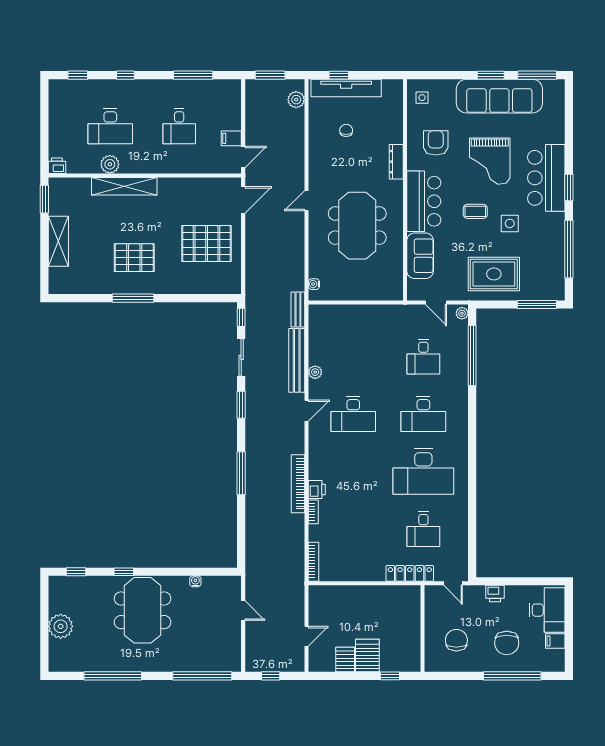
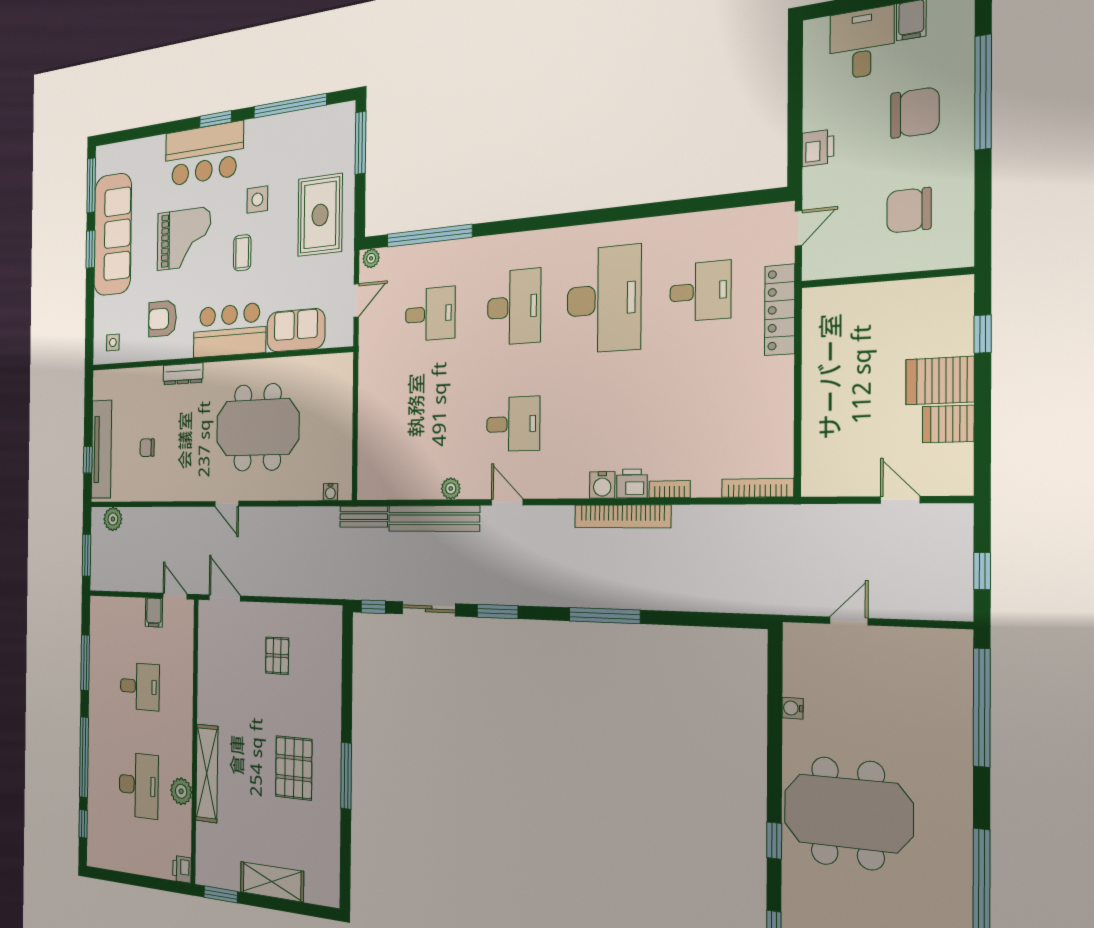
window: (125, 75) -> (84, 757), width x3.17
pallet: (207, 244) -> (277, 656), width x0.49, depth x0.50
desk: (353, 414) -> (513, 424), width x0.73
water cooler: (316, 471) -> (602, 485), added
desk: (547, 610) -> (862, 43), width x0.73

